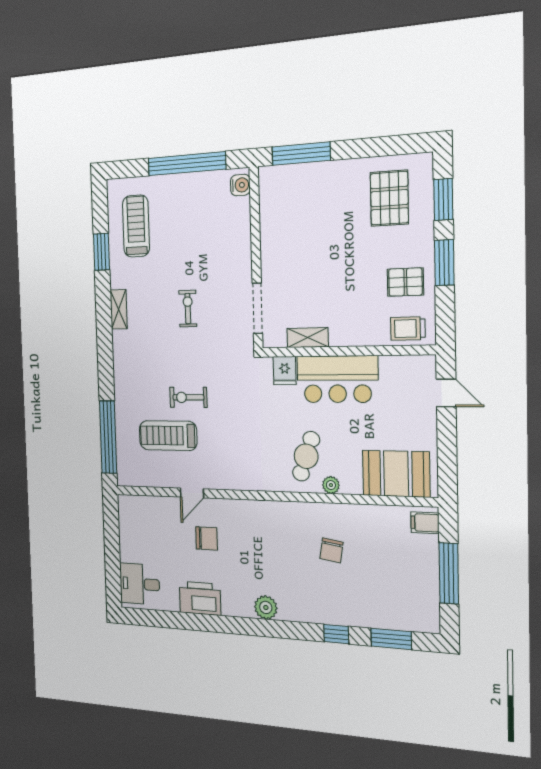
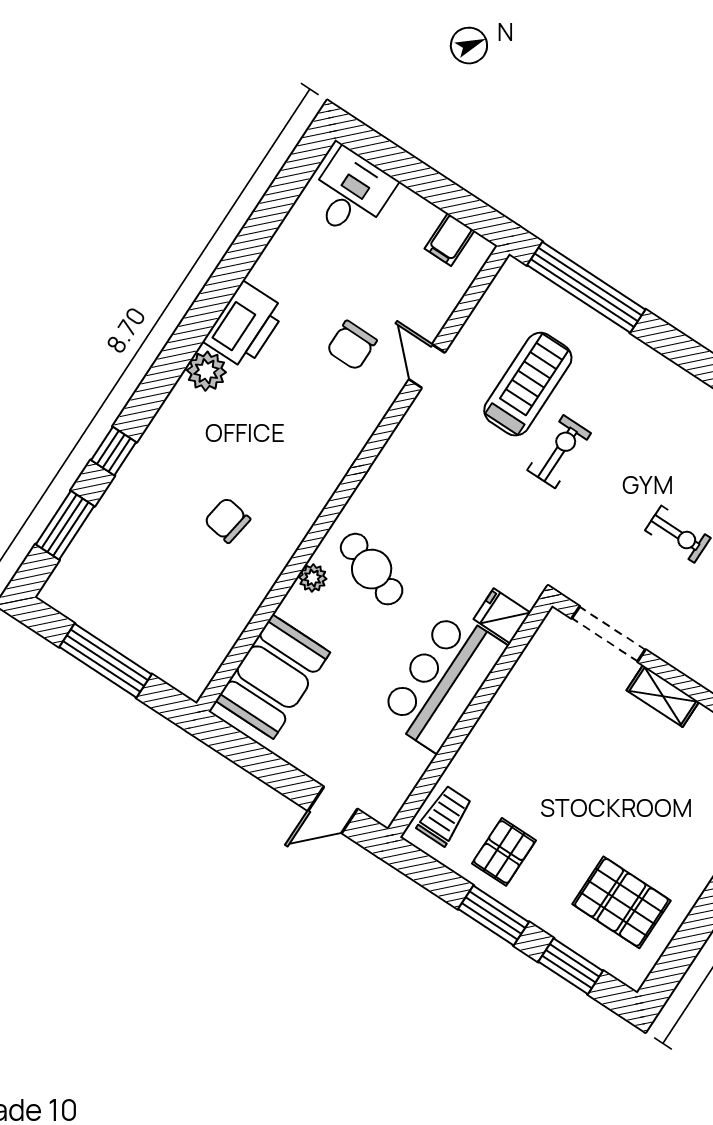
shelving: (308, 338) -> (663, 696), moved, turned 90
filing cabinet: (425, 523) -> (450, 240), moved, turned 180
printer: (200, 598) -> (245, 325), moved

